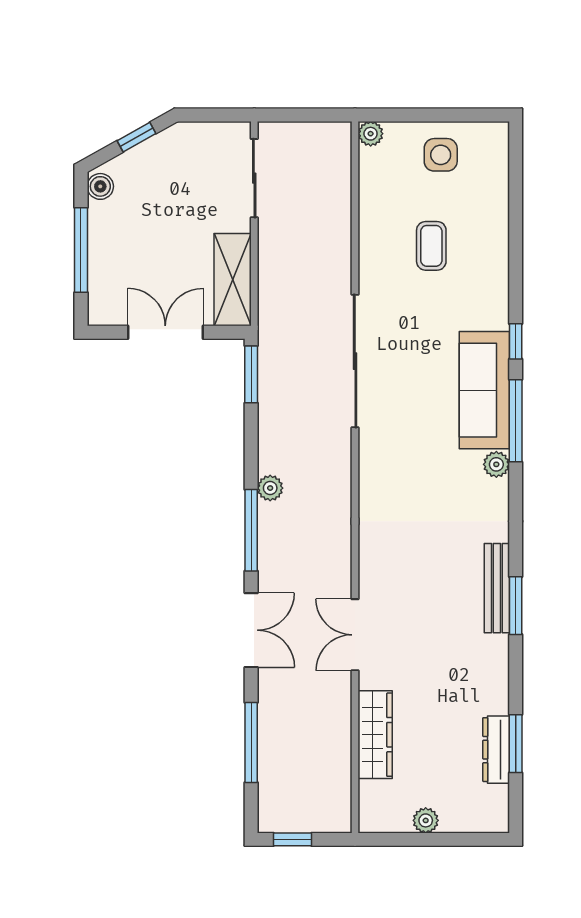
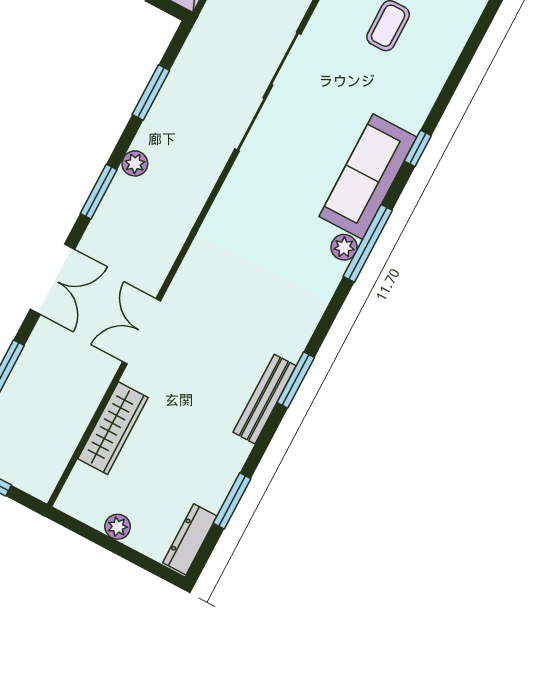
window: (251, 374) -> (151, 92), moved
window: (516, 421) -> (368, 243), moved
window: (251, 530) -> (99, 192), width x0.69
bench: (497, 588) -> (265, 399), moved
dresser: (496, 750) -> (190, 539), moved

